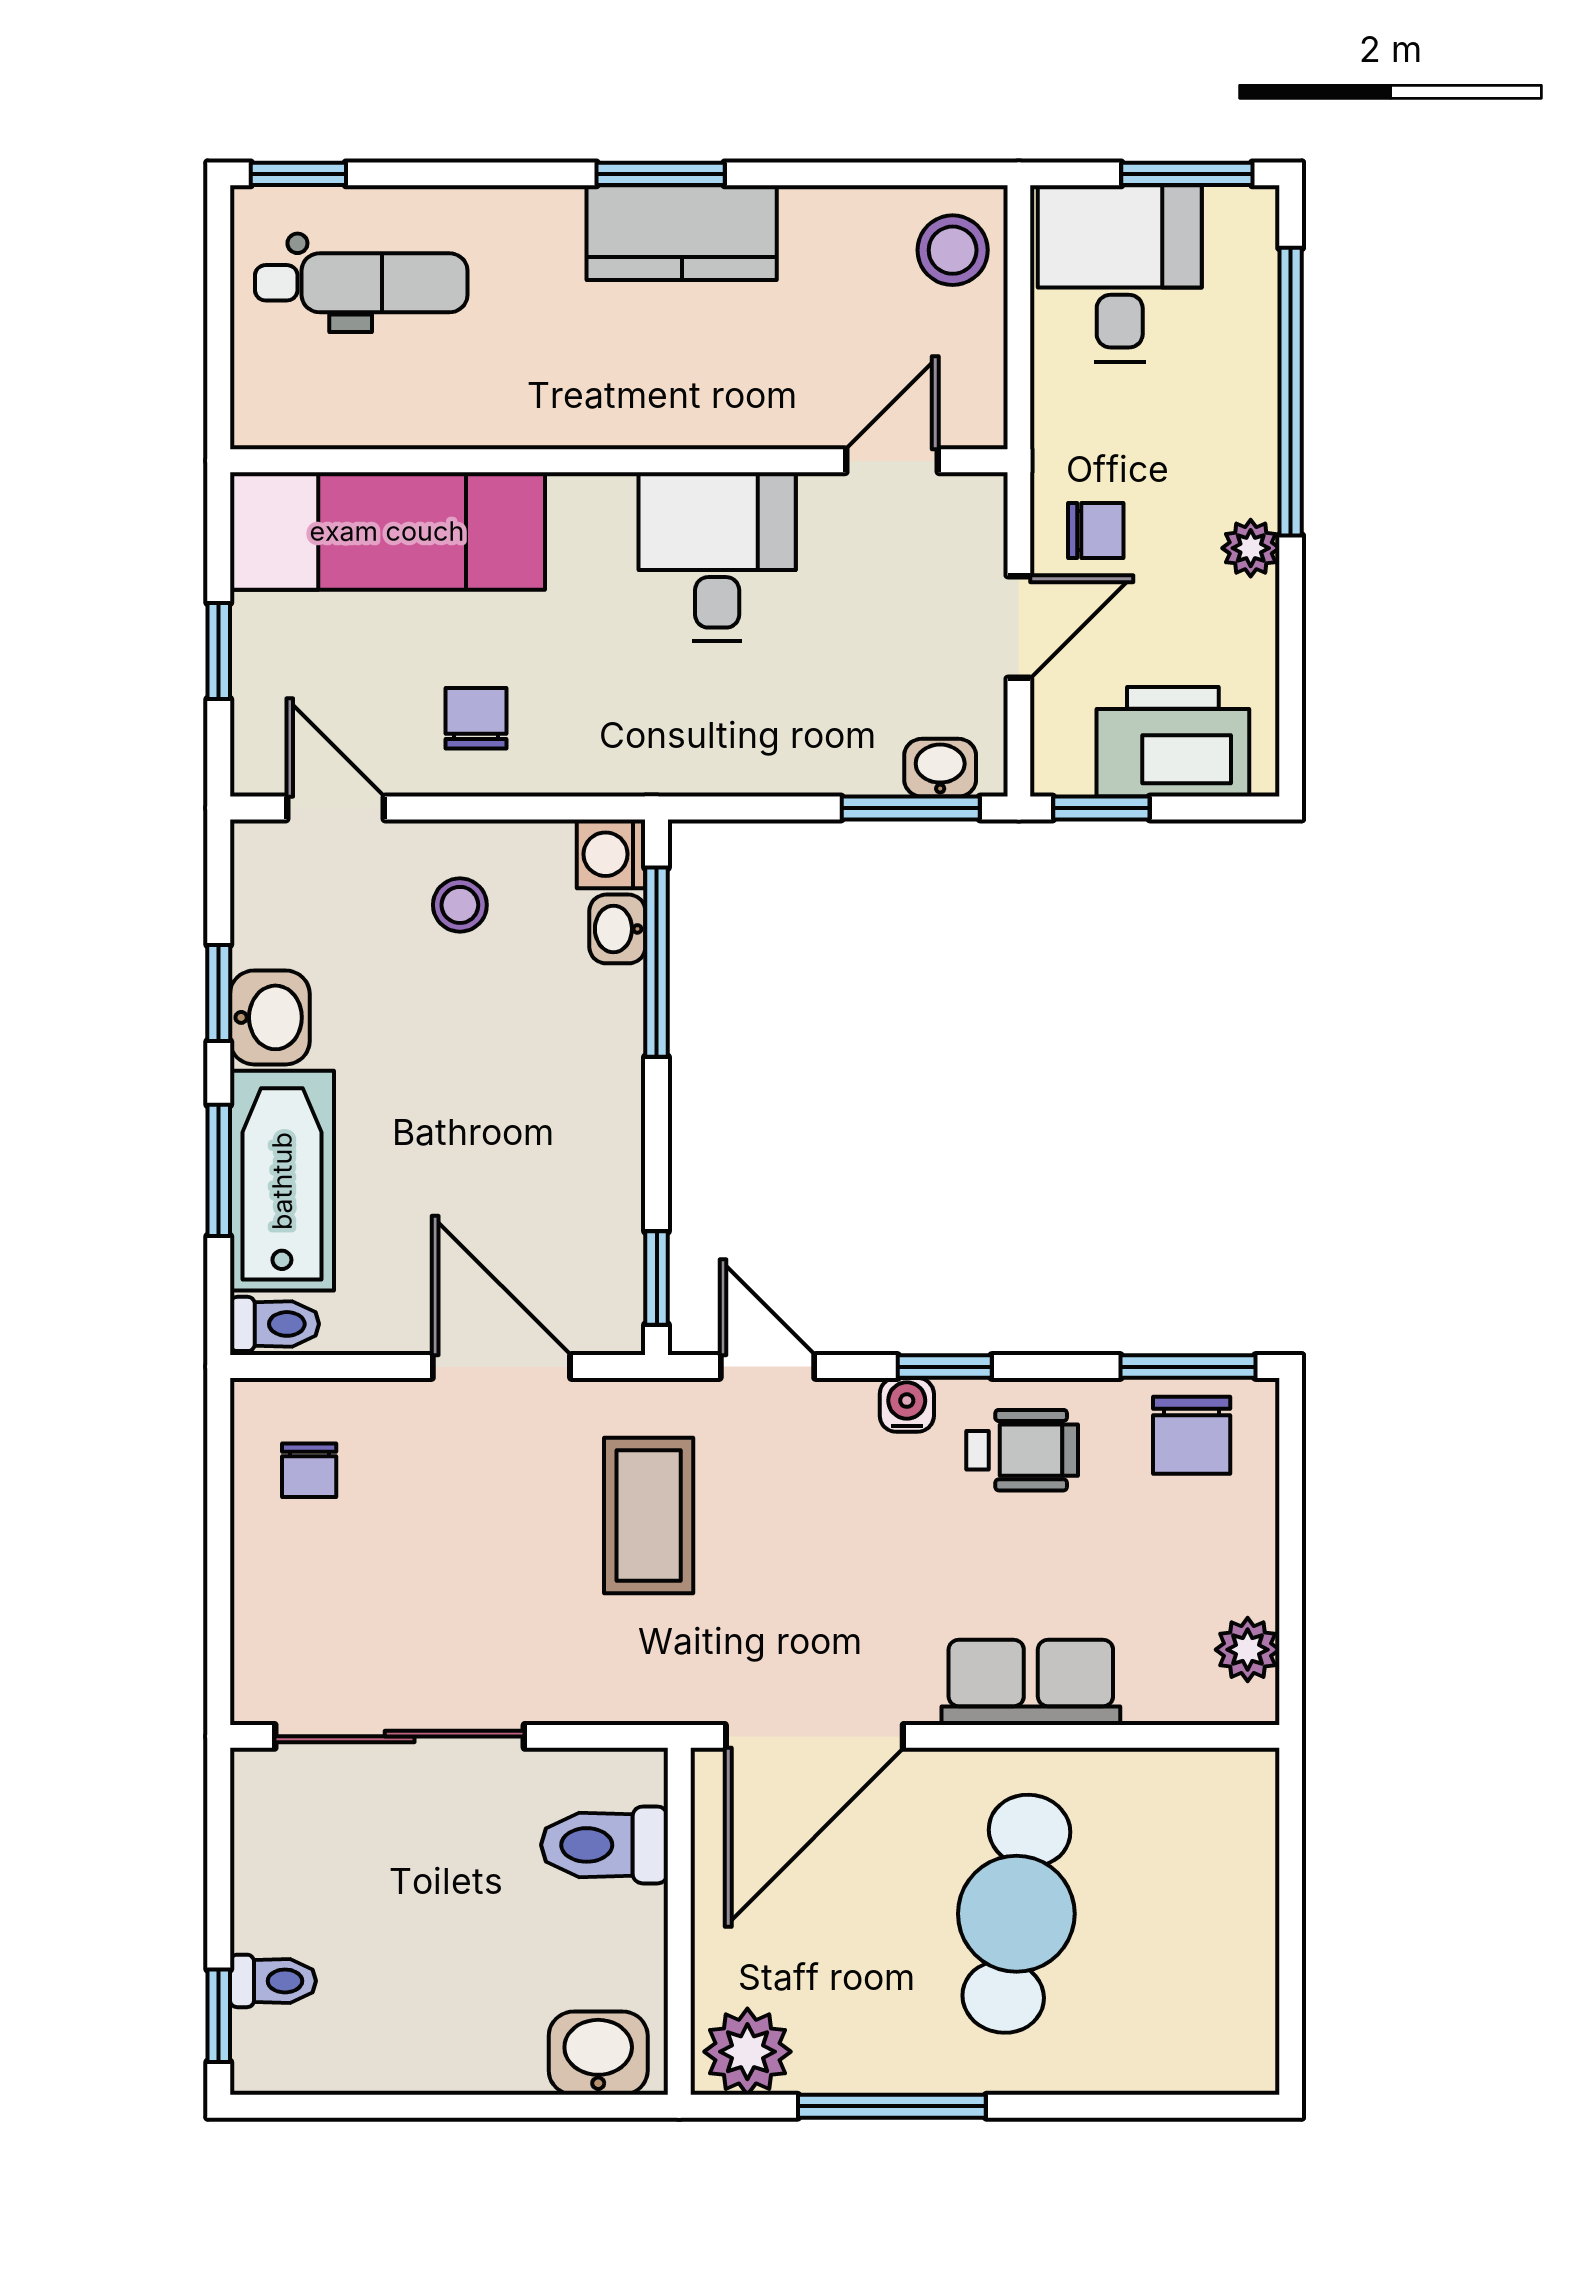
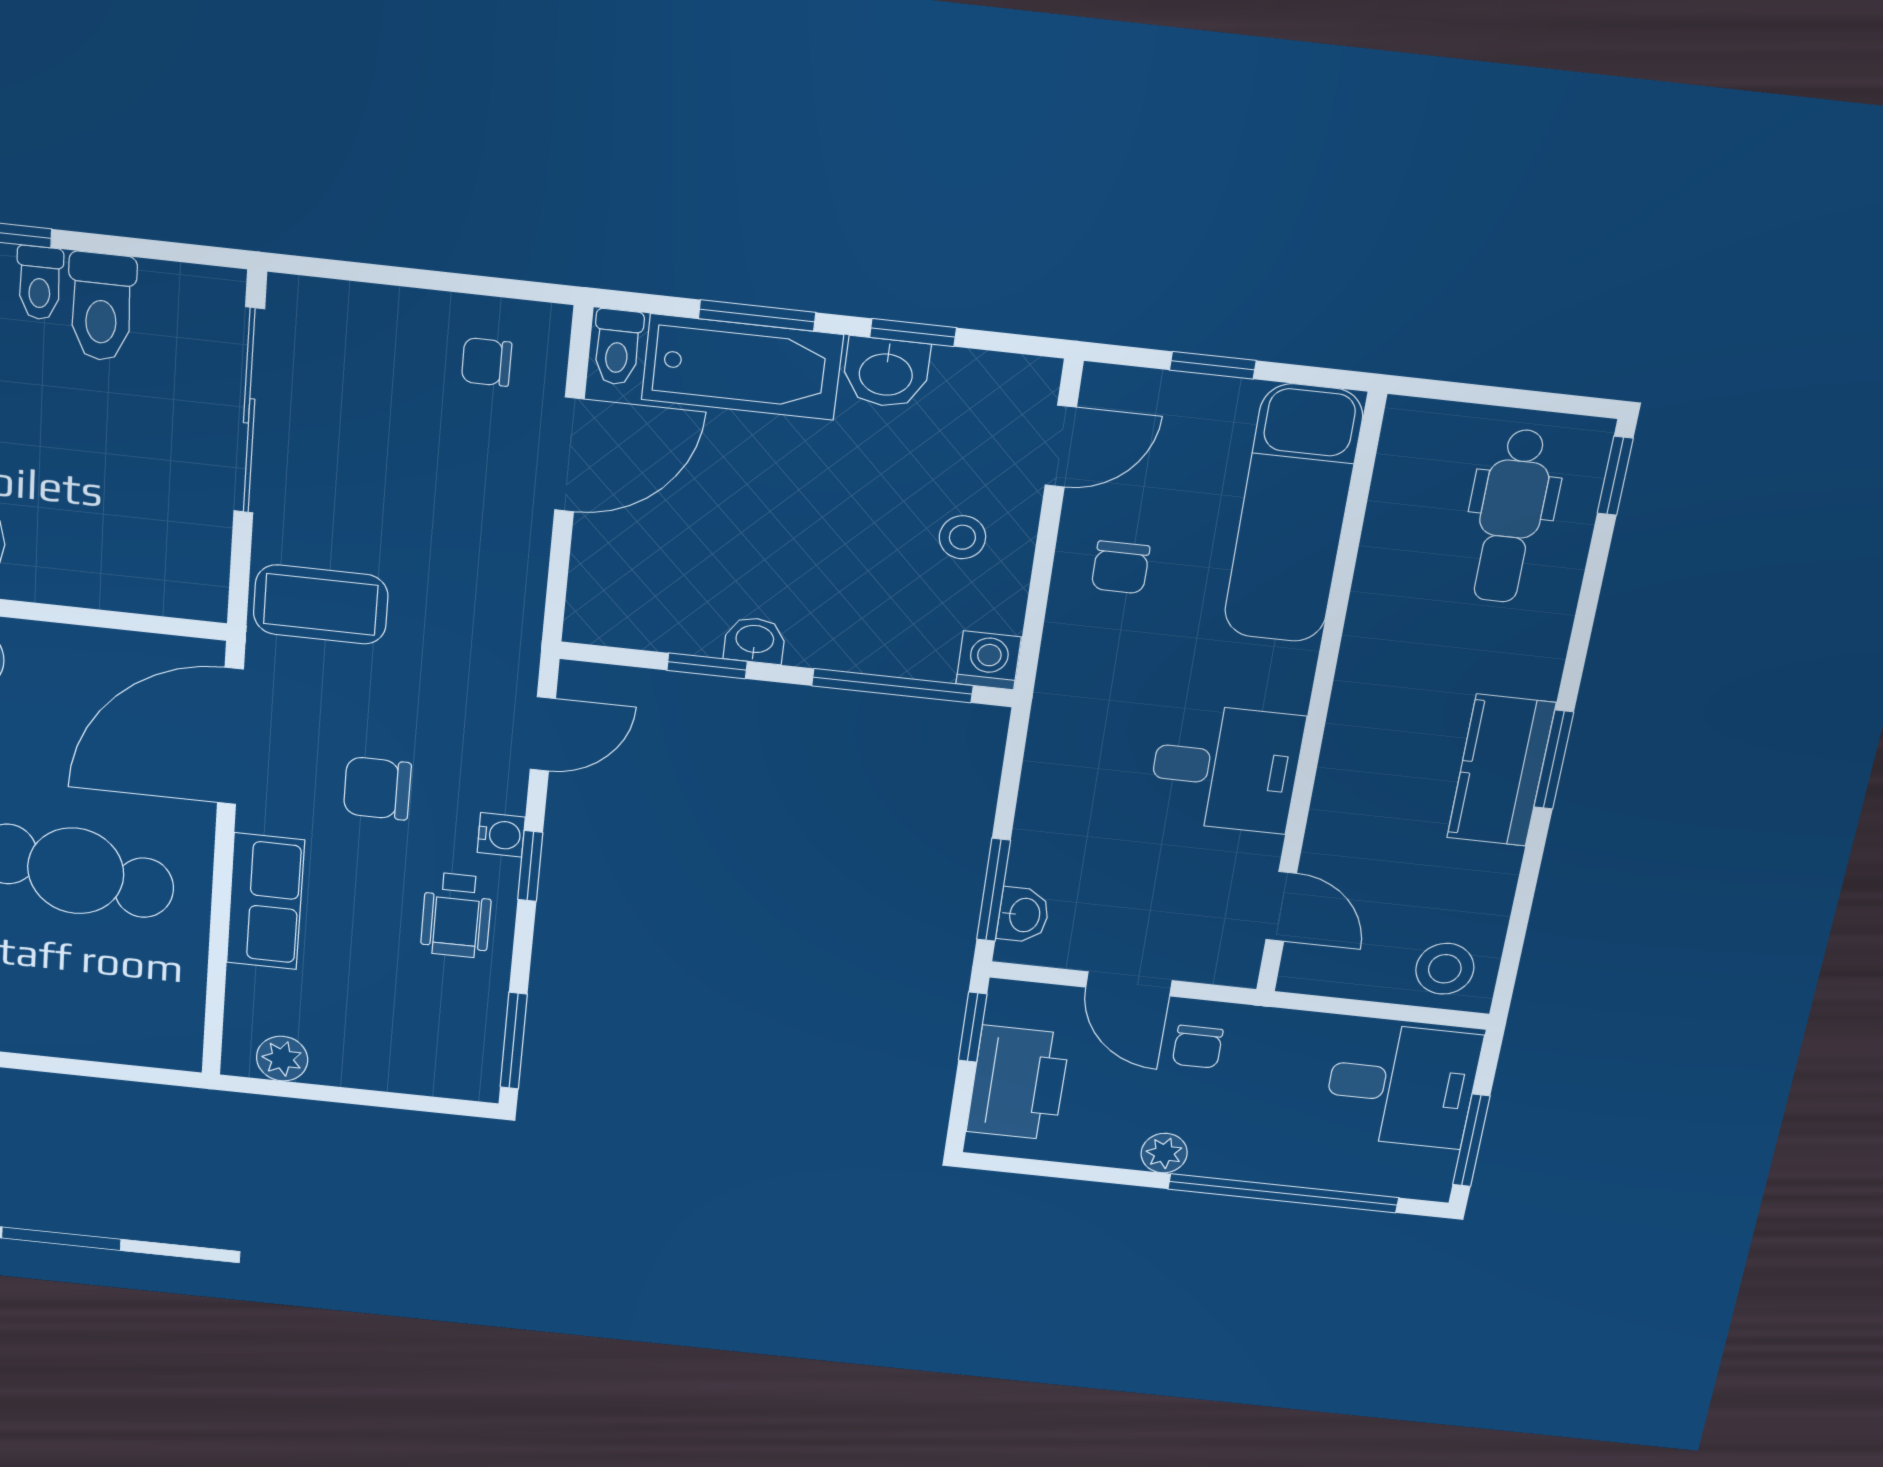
chair: (476, 718) -> (1120, 567), turned 90
washbasin: (617, 929) -> (755, 640), moved
window: (657, 1278) -> (707, 666), moved
door: (501, 1367) -> (569, 455), moved
chair: (1192, 1435) -> (377, 788), moved
coffee table: (649, 1516) -> (321, 604), moved
door: (814, 1736) -> (230, 736), hinge flipped
toilet: (604, 1845) -> (101, 307), moved, turned 180

